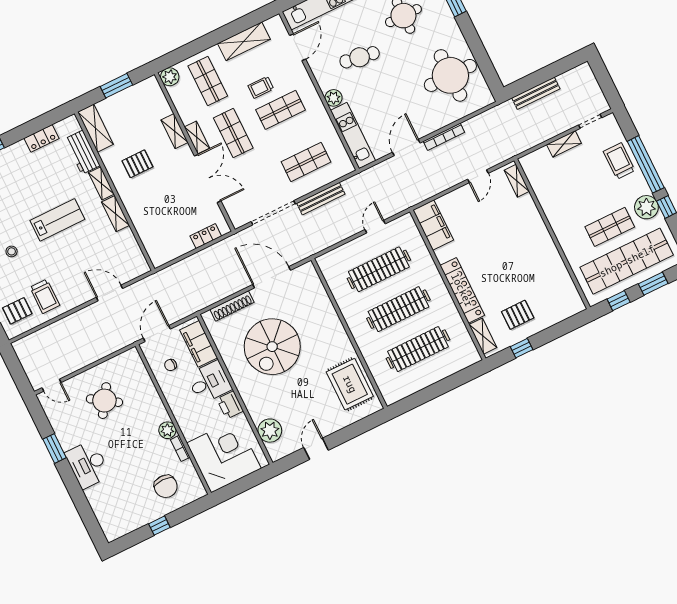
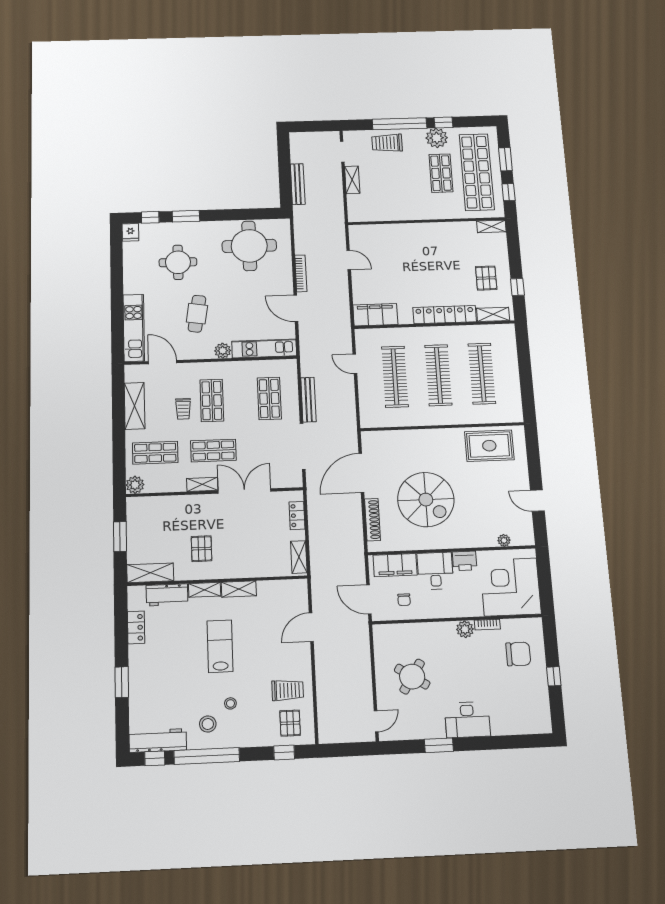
shelving: (175, 131) -> (299, 557), moved, turned 90
shelving: (517, 181) -> (491, 226), moved
plant: (270, 431) -> (504, 540), width x0.53, depth x0.53

